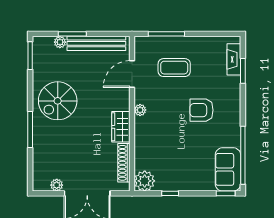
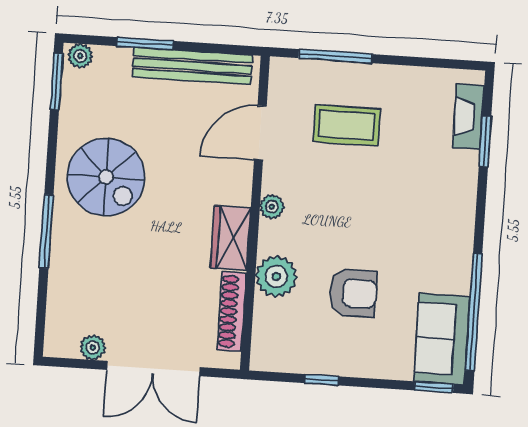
plant: (60, 42) -> (80, 56), moved
spiral stairs: (58, 101) -> (106, 177), turned -90
armchair: (202, 110) -> (353, 293), moved, turned 180
plant: (145, 181) -> (276, 276), moved

